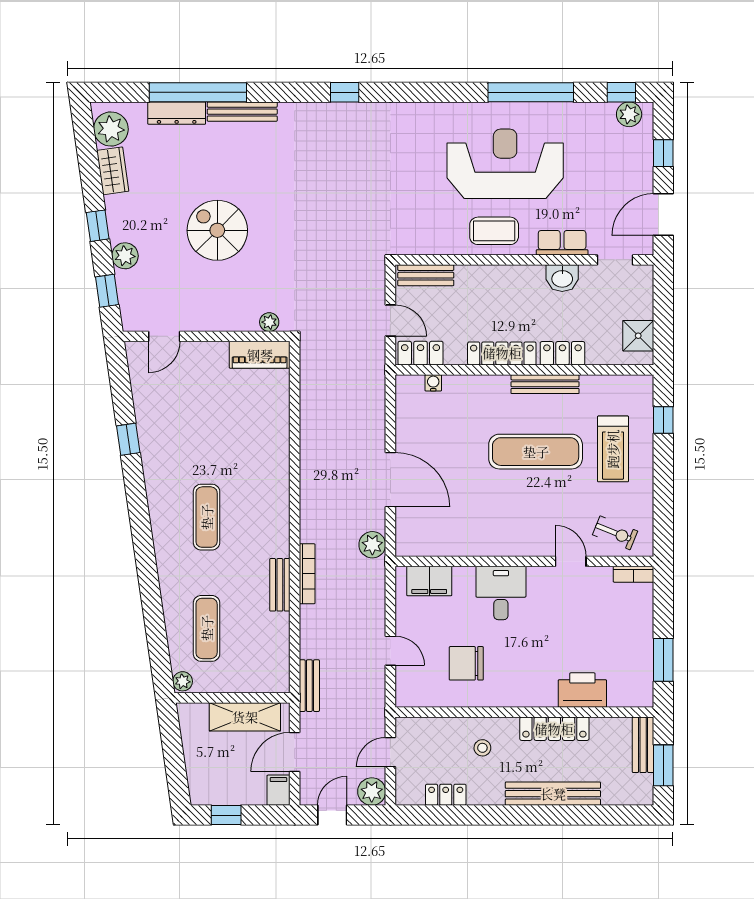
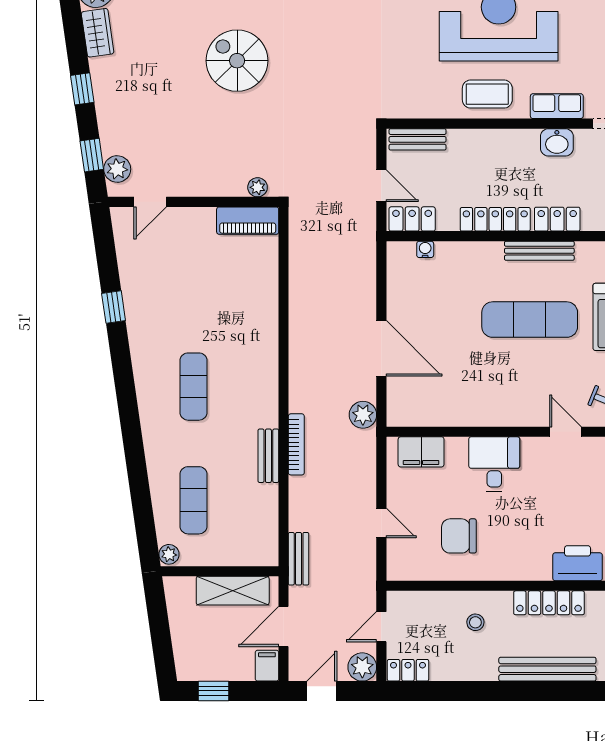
spiral stairs: (217, 230) -> (237, 61), moved
plant: (125, 256) -> (117, 169), moved
locker: (446, 795) -> (408, 670), moved

